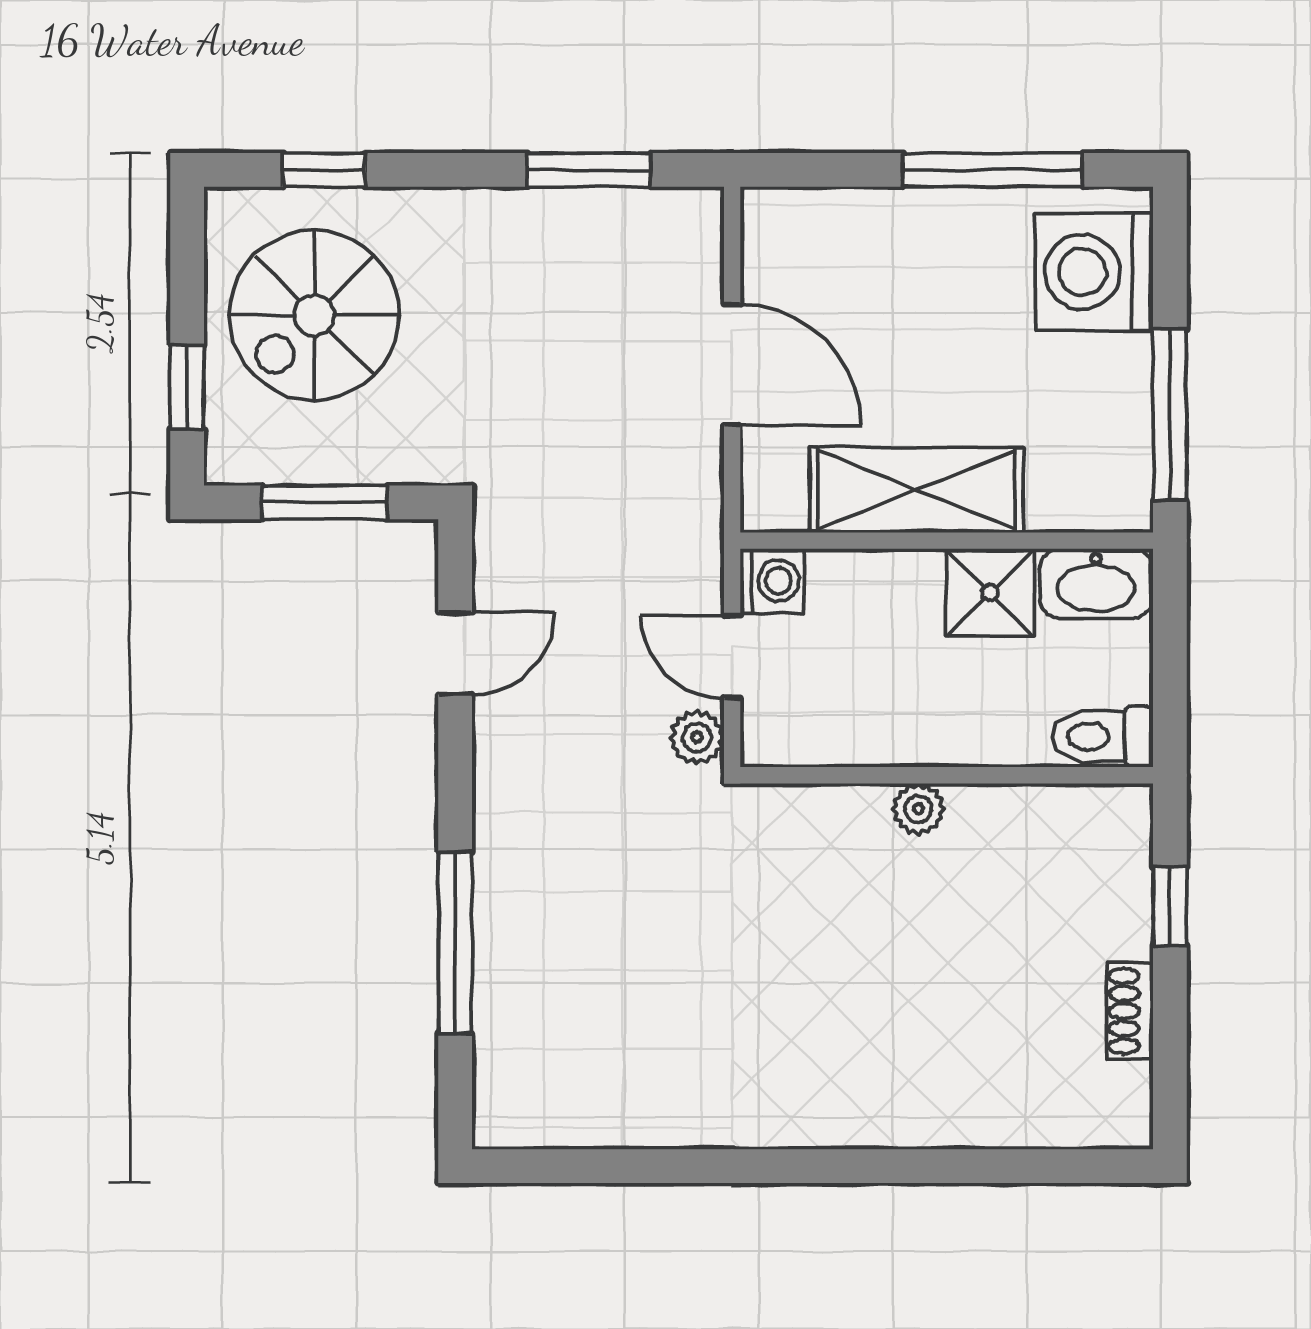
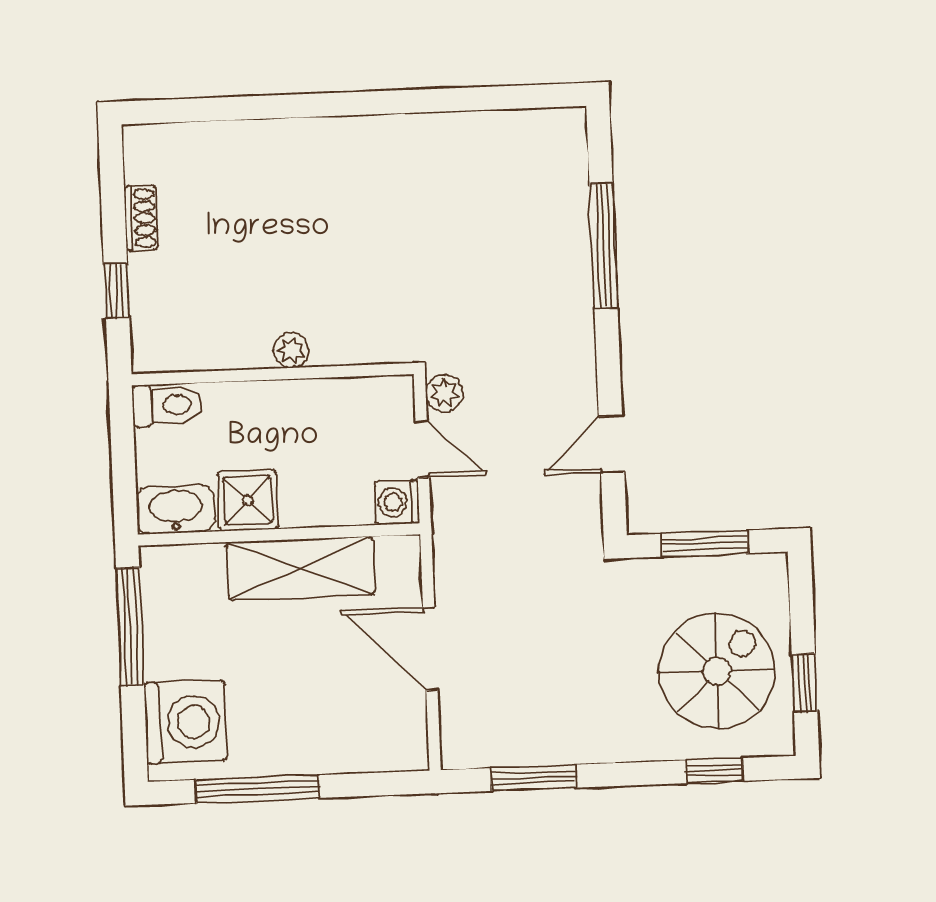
window: (187, 387) -> (805, 683), moved

